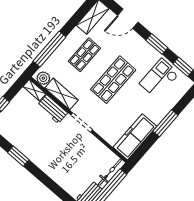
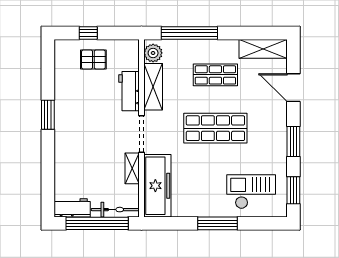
checkout: (159, 79) -> (251, 192), moved
shelving: (34, 90) -> (132, 168), moved
pallet: (19, 113) -> (93, 60), added
freezer: (135, 137) -> (157, 186), moved, turned 90
window: (18, 156) -> (48, 115), moved

